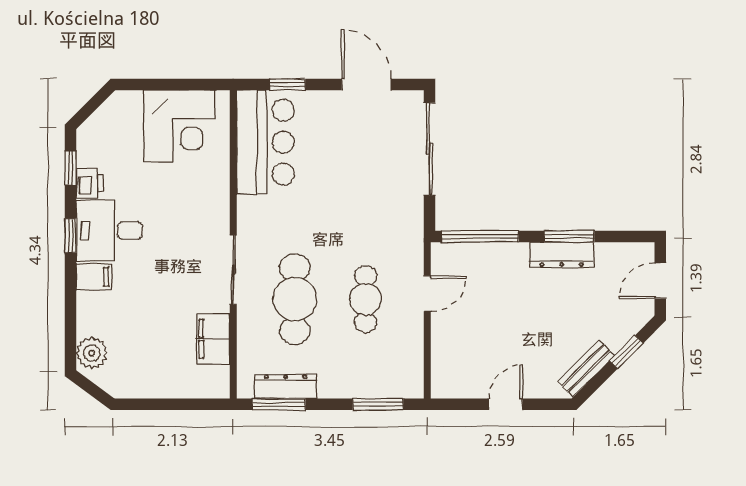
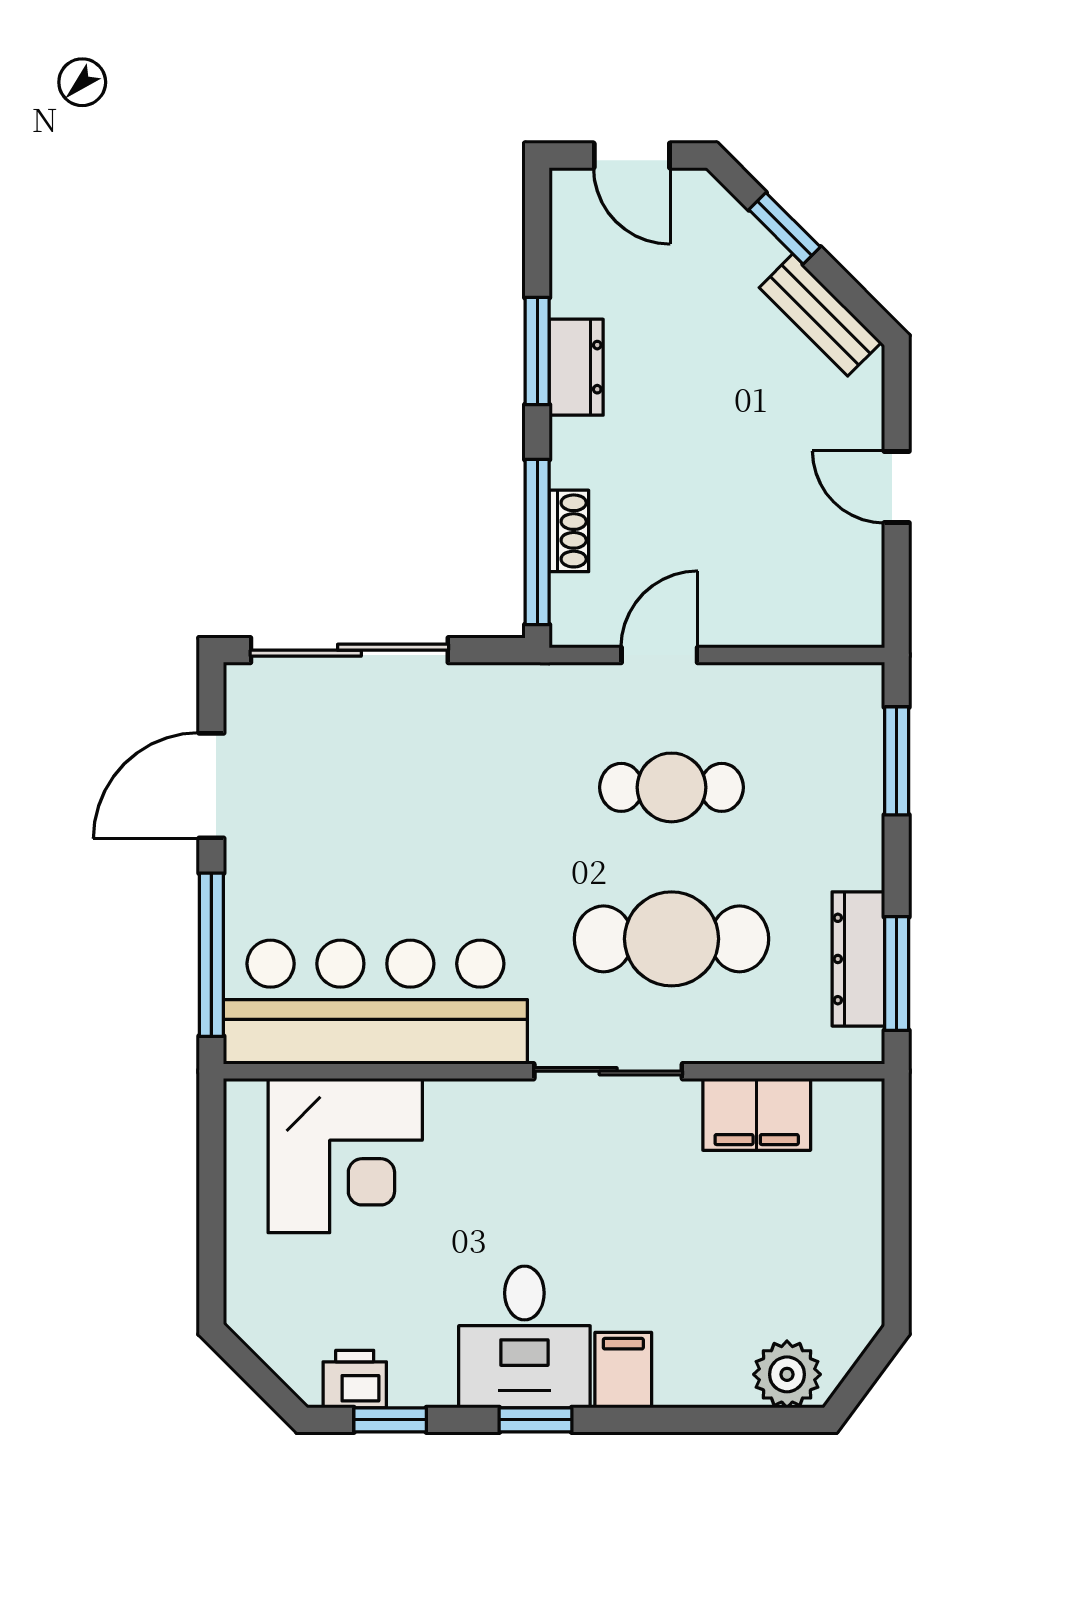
window: (288, 85) -> (211, 955), width x2.17
corner desk: (180, 126) -> (345, 1156), moved, turned 90
bar counter: (265, 142) -> (375, 1002), width x1.36
printer: (90, 183) -> (355, 1379), moved
shoe rack: (485, 251) -> (569, 531), added
dresser: (562, 255) -> (576, 367), width x0.70
door: (427, 294) -> (659, 655), hinge flipped

